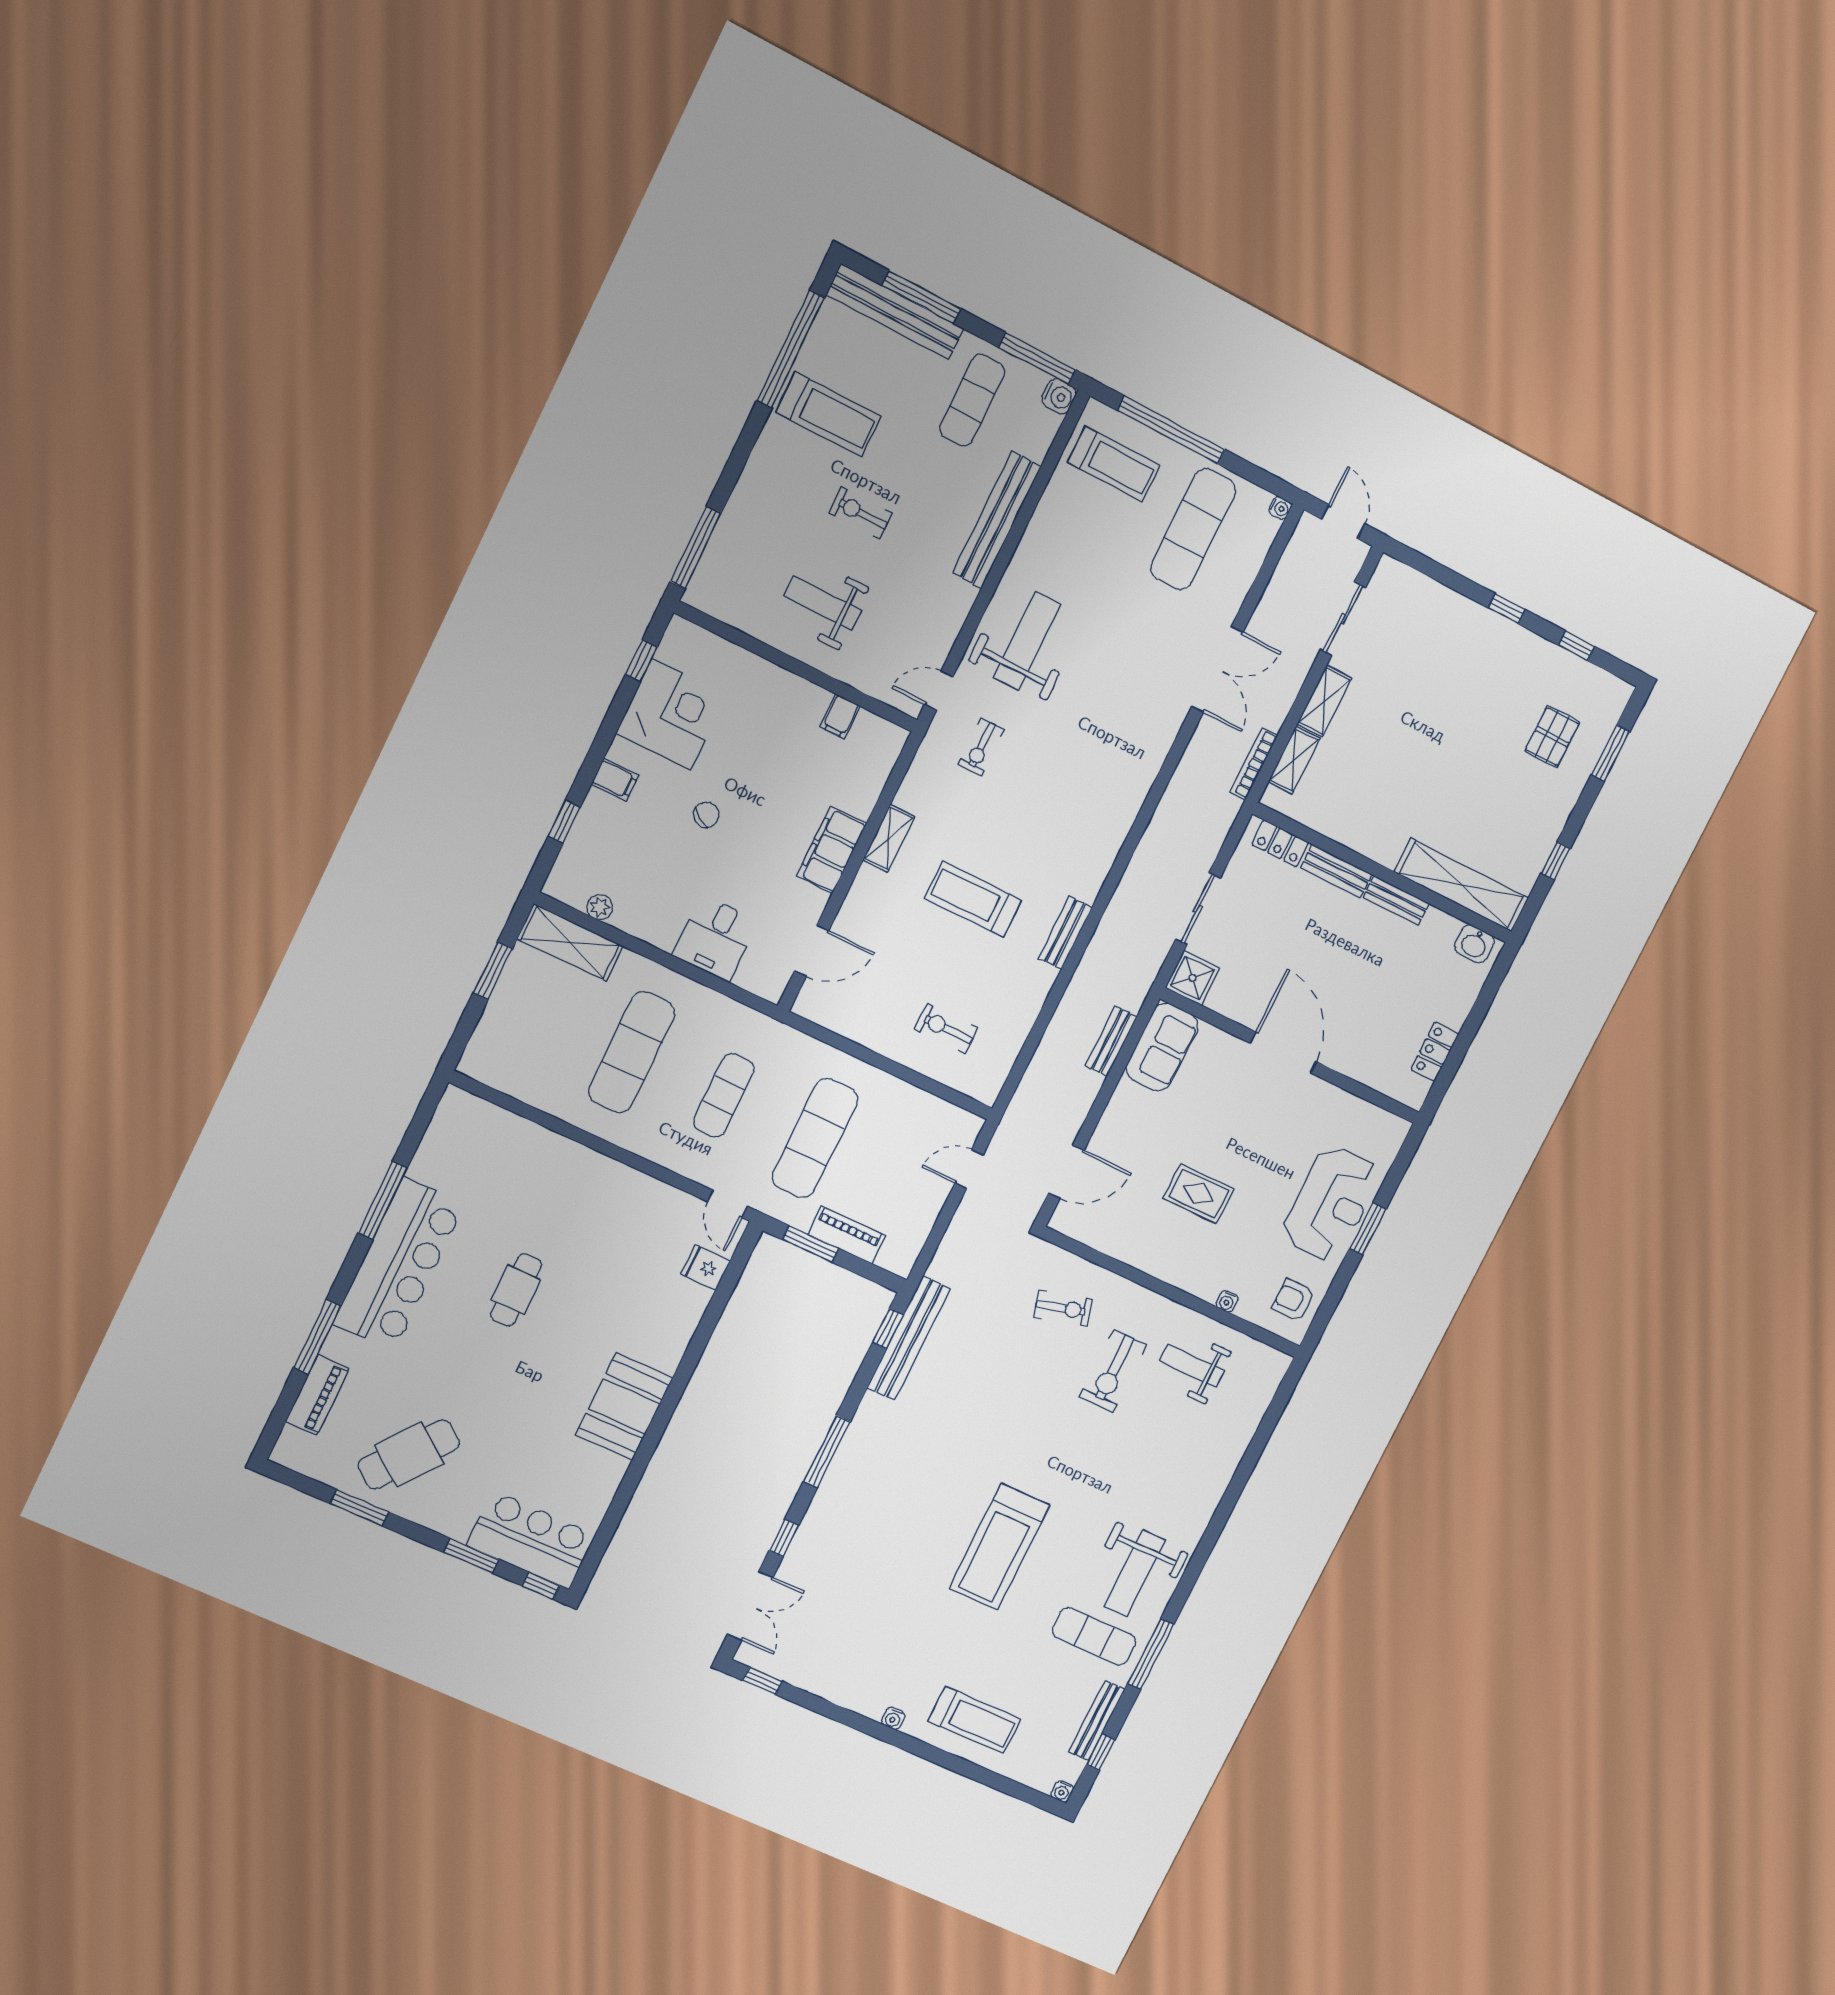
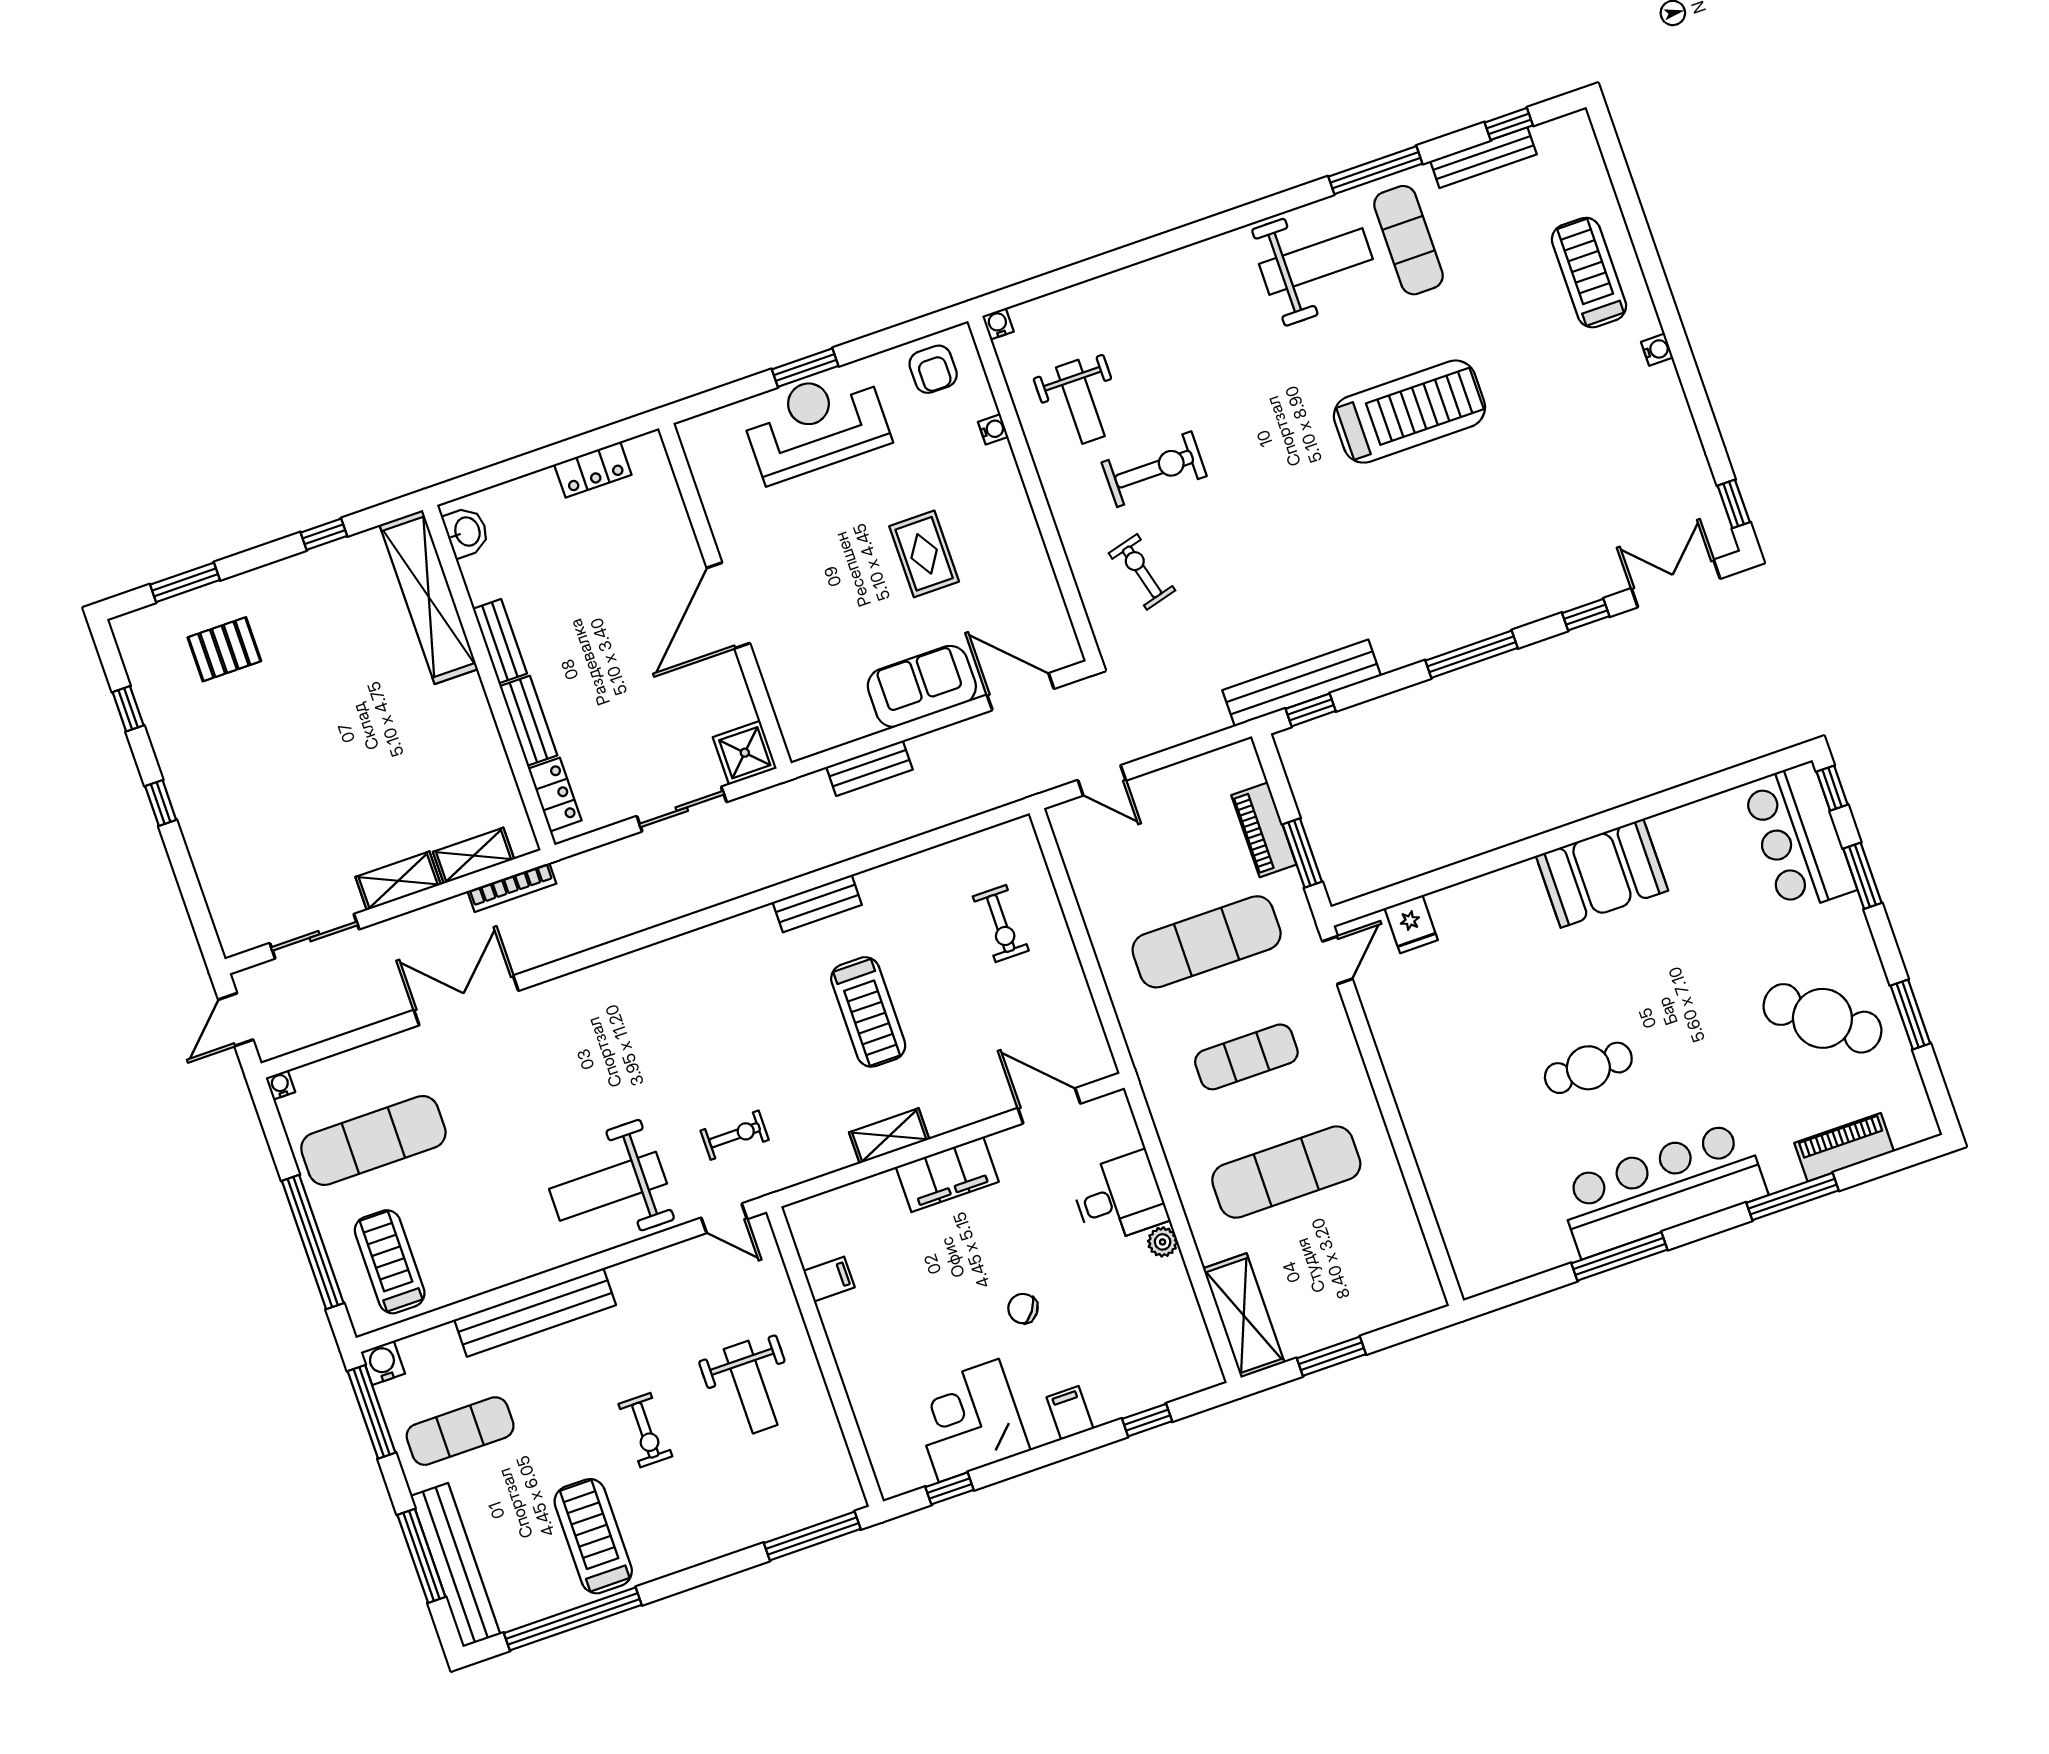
plant: (600, 907) -> (1163, 1242), moved
sofa: (1162, 1047) -> (922, 686), moved
water cooler: (1062, 1791) -> (998, 324), moved, turned -90

